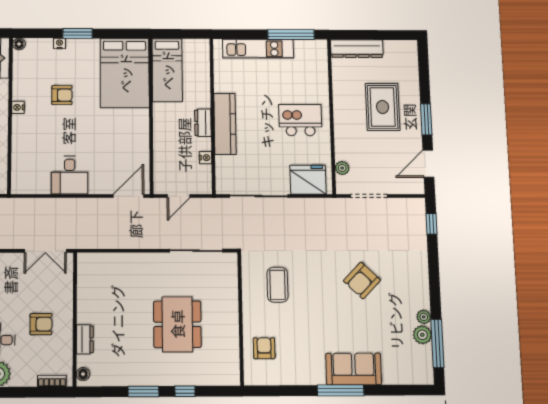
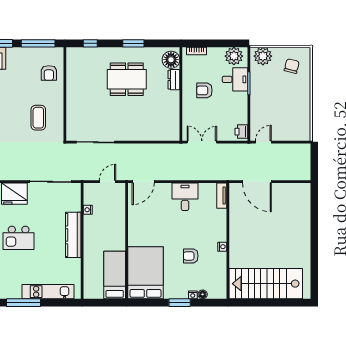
floor lamp: (19, 44) -> (203, 294), moved
dresser: (203, 123) -> (89, 236), removed
tv unit: (18, 177) -> (222, 196), added
dining table: (177, 324) -> (127, 79), moved, turned 90
floor lamp: (83, 374) -> (171, 60), width x1.89, depth x1.89
window: (185, 391) -> (90, 43), moved
window: (281, 391) -> (38, 43), added

